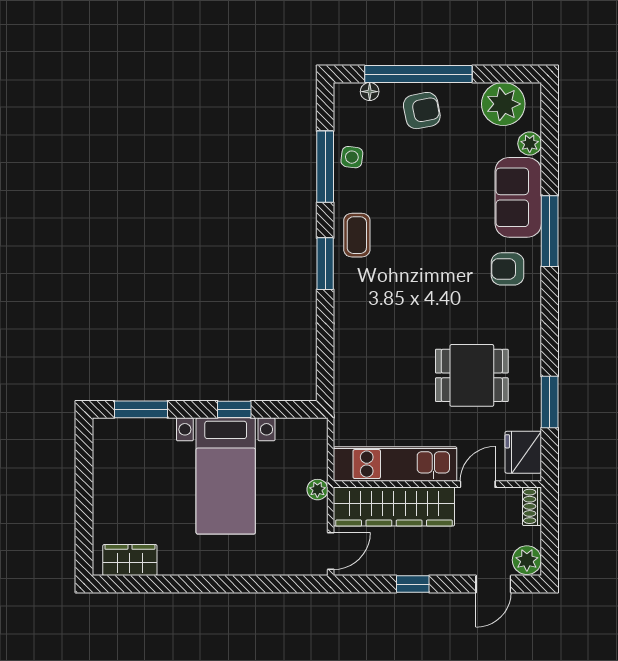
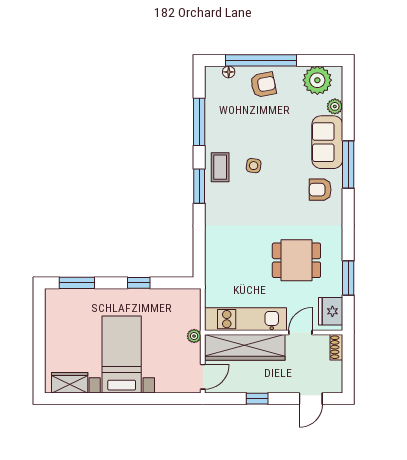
side table: (352, 157) -> (254, 166), moved
bed with nightstands: (226, 476) -> (122, 355), moved, turned 180
plant: (527, 560) -> (333, 383), removed

